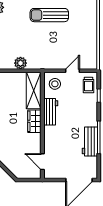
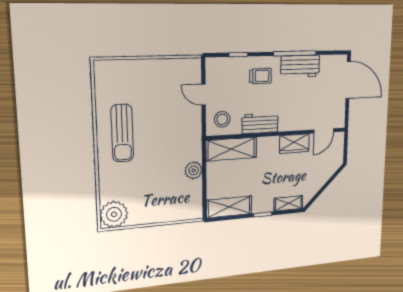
trolley: (88, 85) -> (260, 76), moved
wardrobe: (34, 121) -> (294, 144), moved

